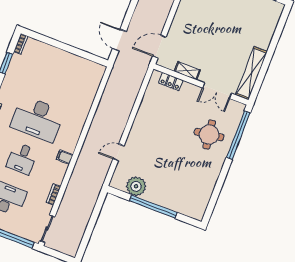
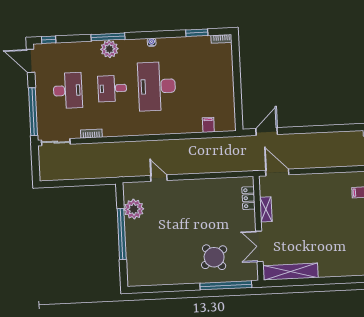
round table: (209, 135) -> (214, 257), turned -31
filing cabinet: (65, 157) -> (208, 125), moved

